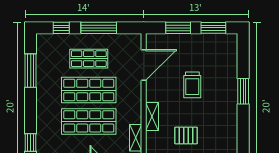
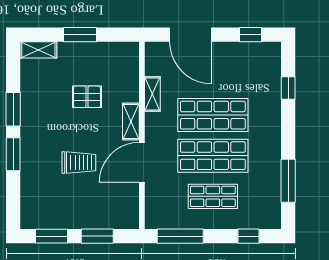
window: (99, 28) -> (180, 236), moved
door: (144, 65) -> (142, 162), moved
trolley: (192, 85) -> (79, 163), turned 90
window: (243, 126) -> (13, 109), added

